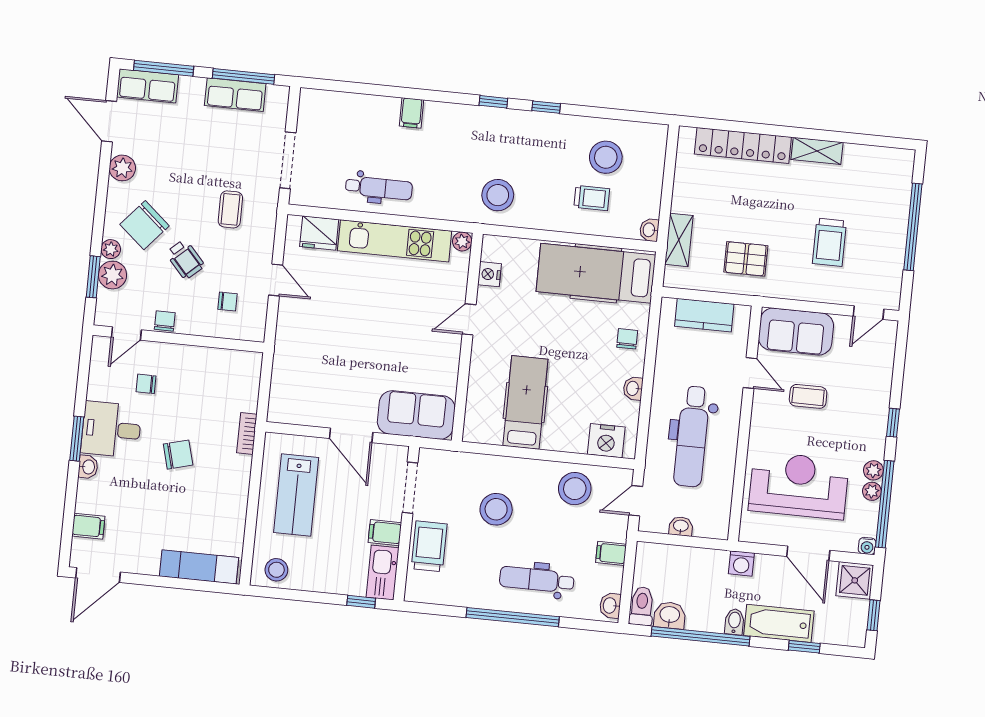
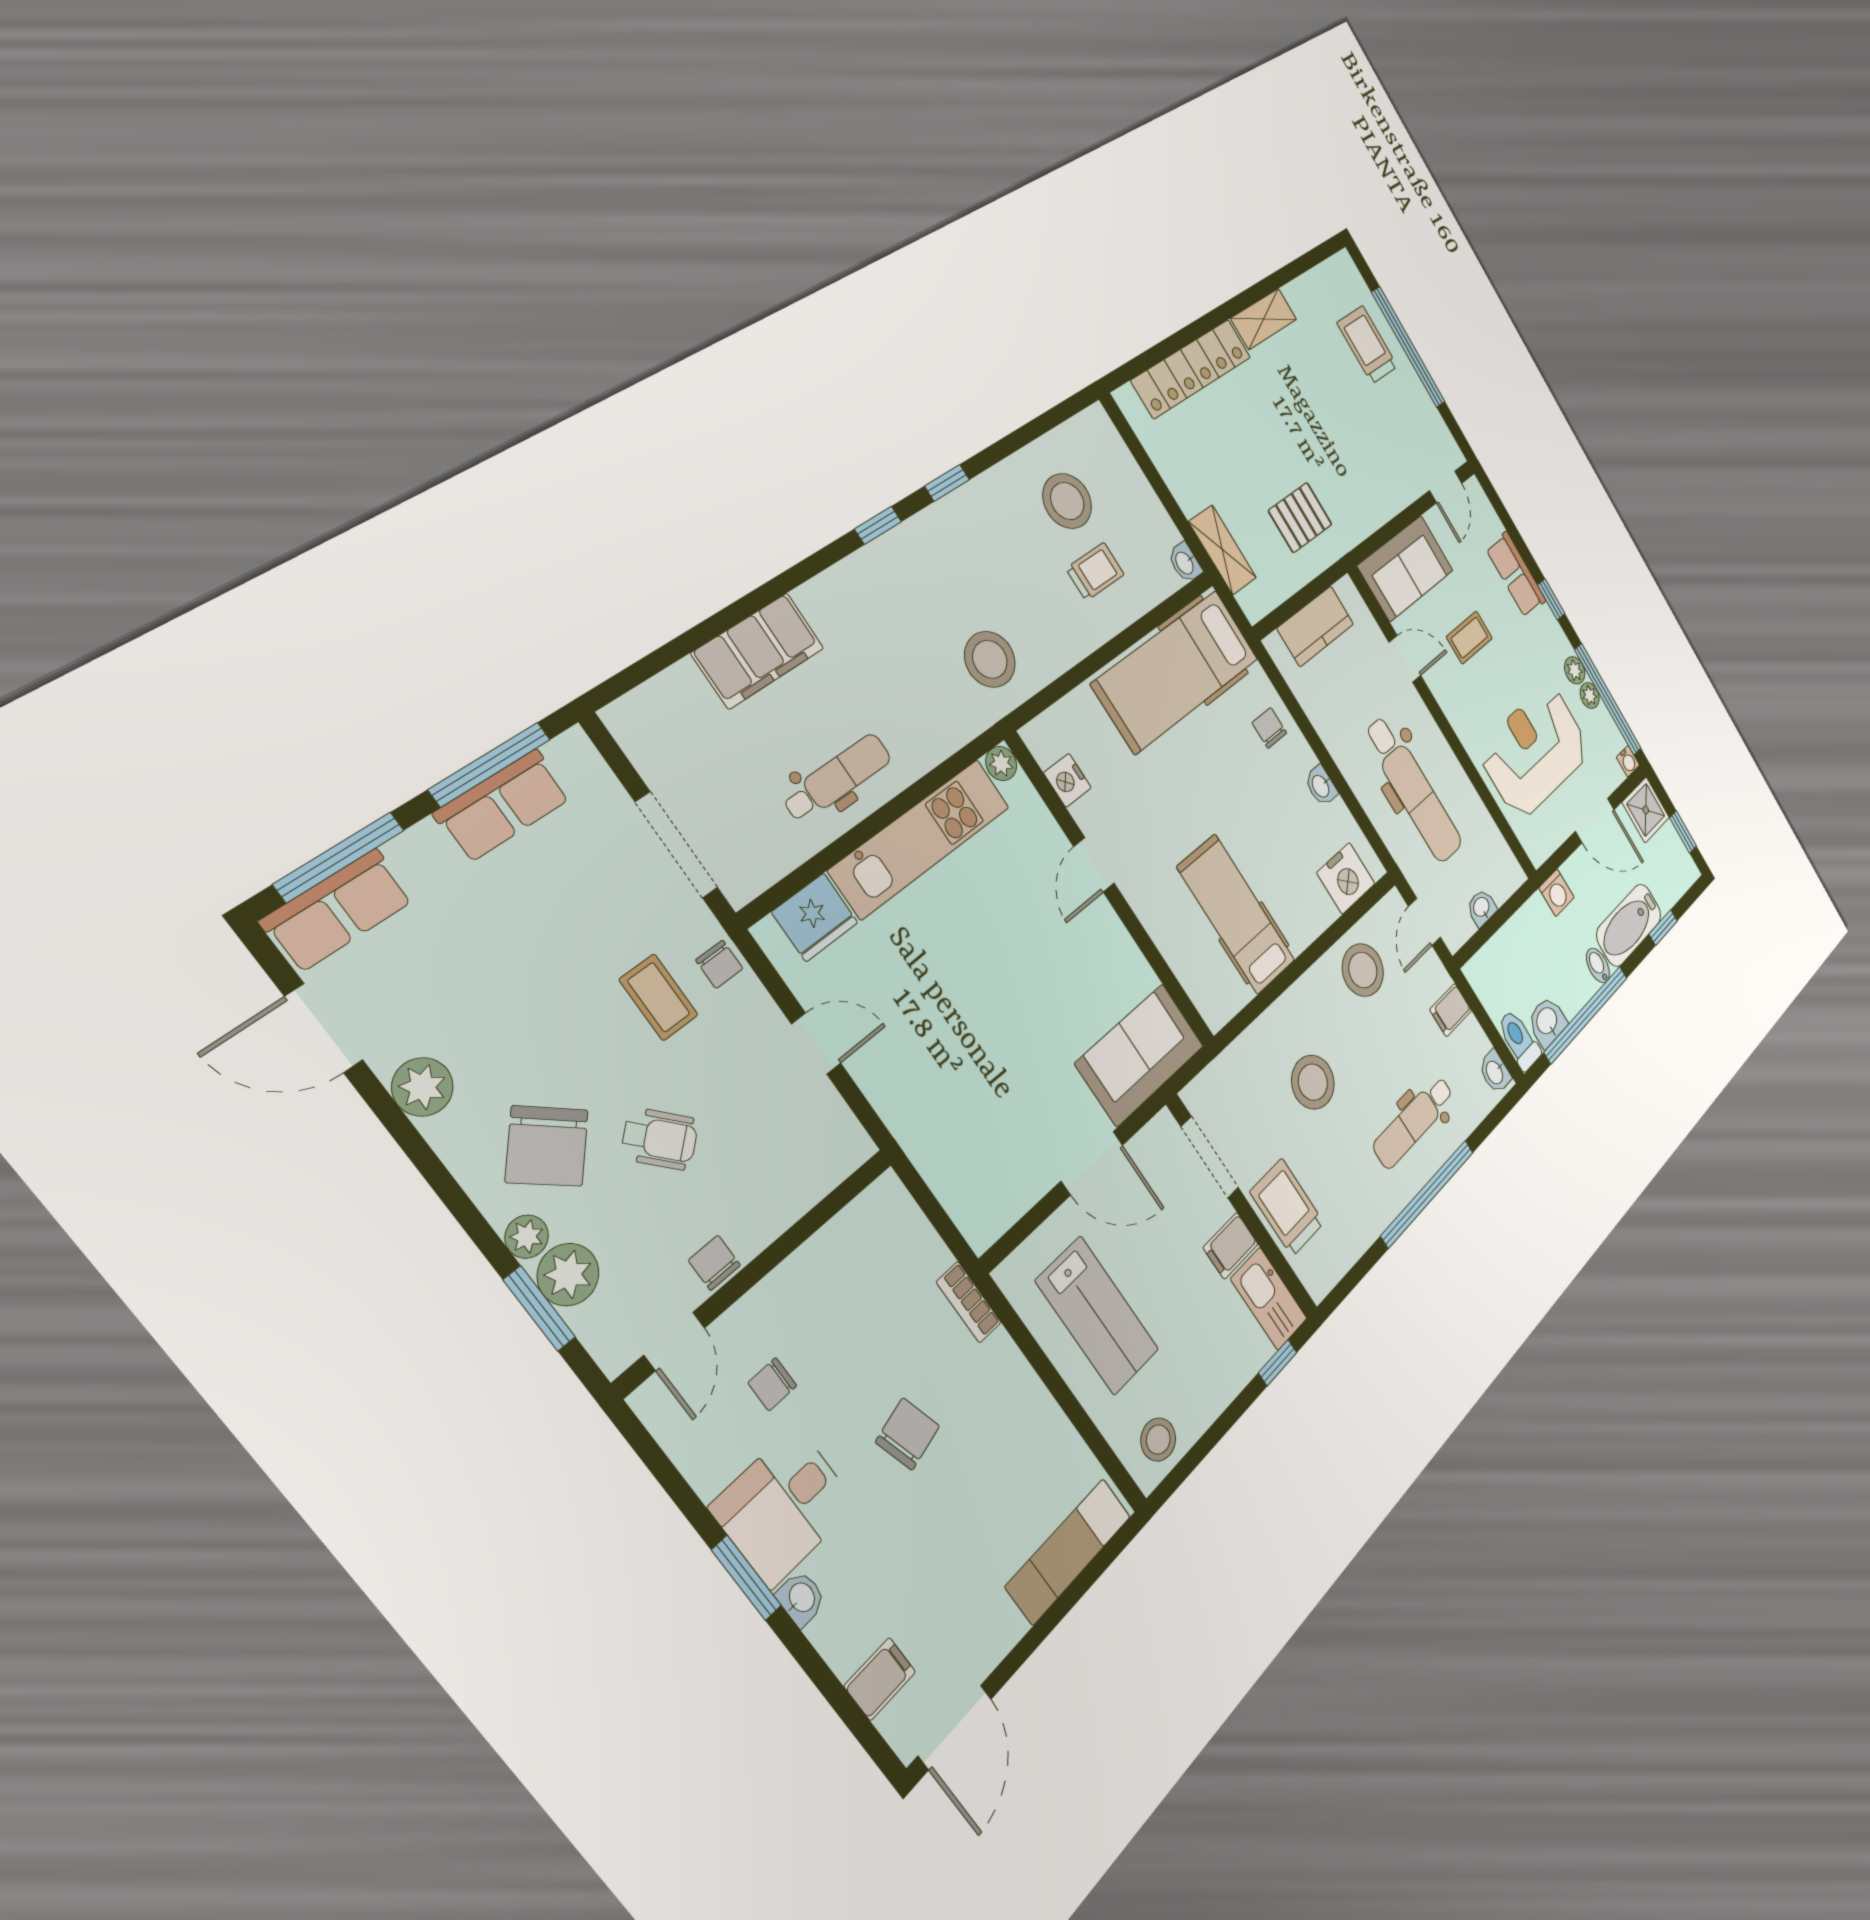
filing cabinet: (412, 113) -> (758, 651), width x3.00, depth x1.17
trolley: (829, 242) -> (1367, 345), moved, turned 180
chair: (228, 302) -> (719, 964), moved, turned 90
row of seats: (878, 391) -> (1516, 575), added

